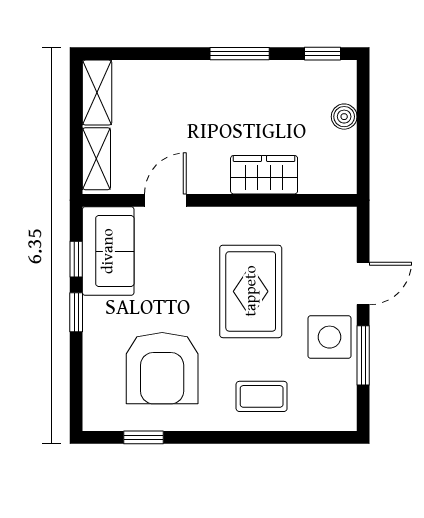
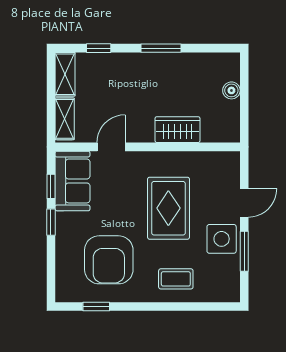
window: (323, 54) -> (99, 48), moved

